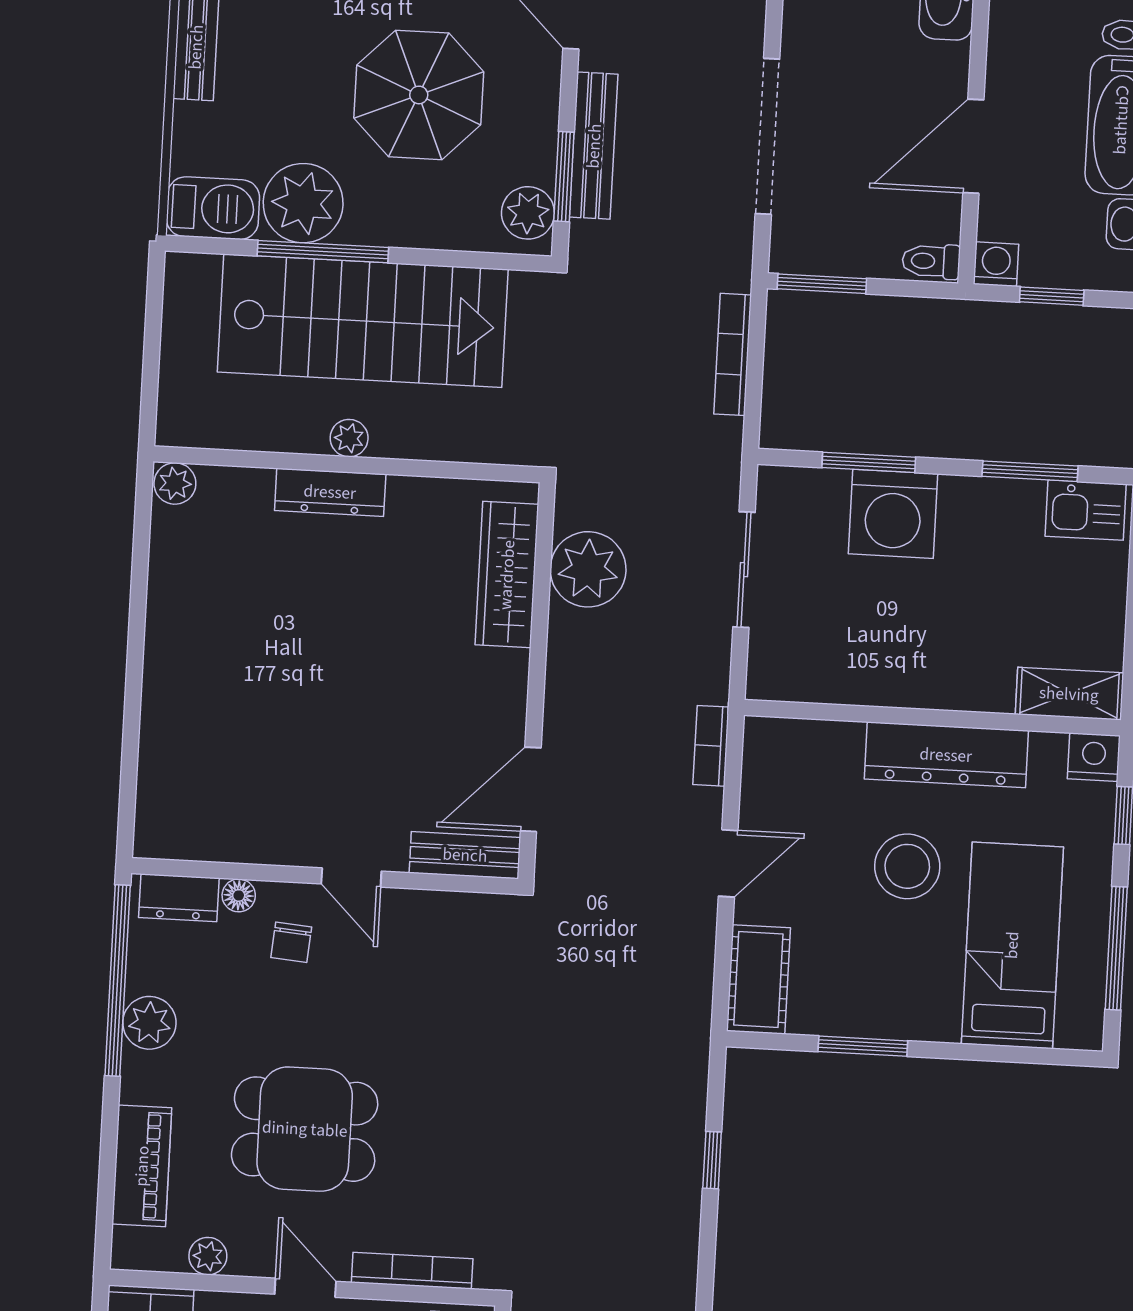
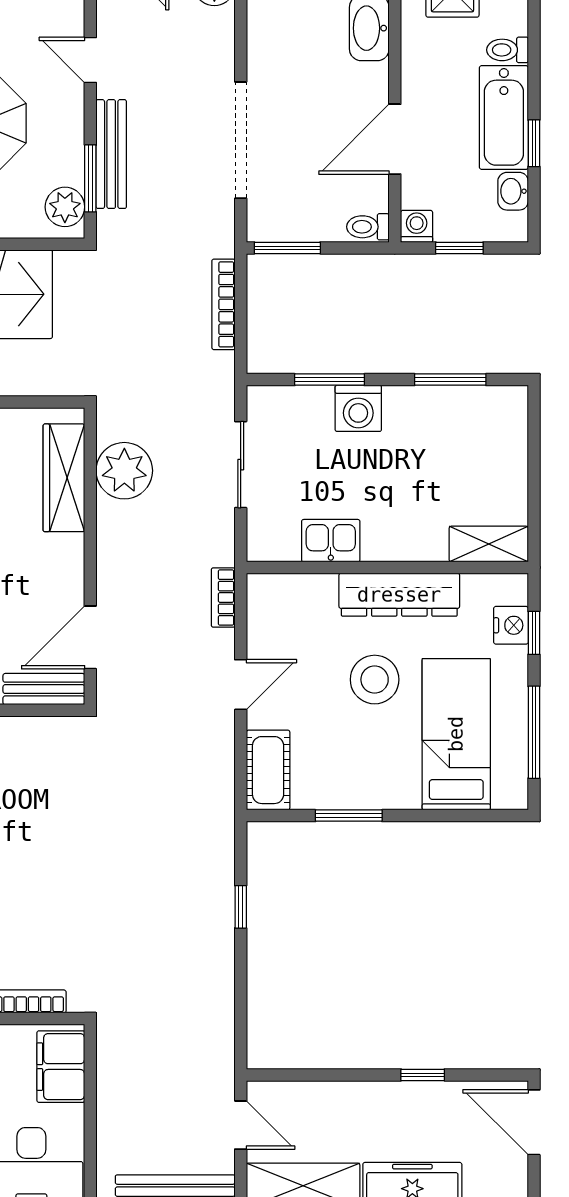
kitchen sink: (1086, 510) -> (331, 541), moved, turned 180
washing machine: (893, 514) -> (358, 408), width x0.73, depth x0.73
nightstand: (1094, 757) -> (511, 625), moved, turned 90

